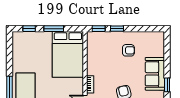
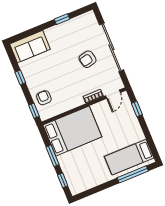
window: (117, 29) -> (20, 77), moved
armchair: (128, 50) -> (44, 98), moved
sofa: (155, 74) -> (30, 47), moved

